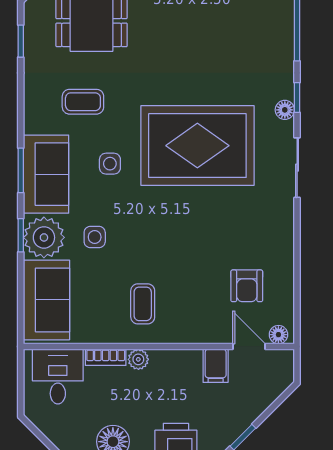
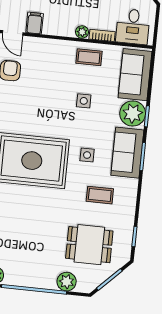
side table: (95, 237) -> (84, 101), moved
coffee table: (143, 304) -> (89, 57), moved, turned 90

